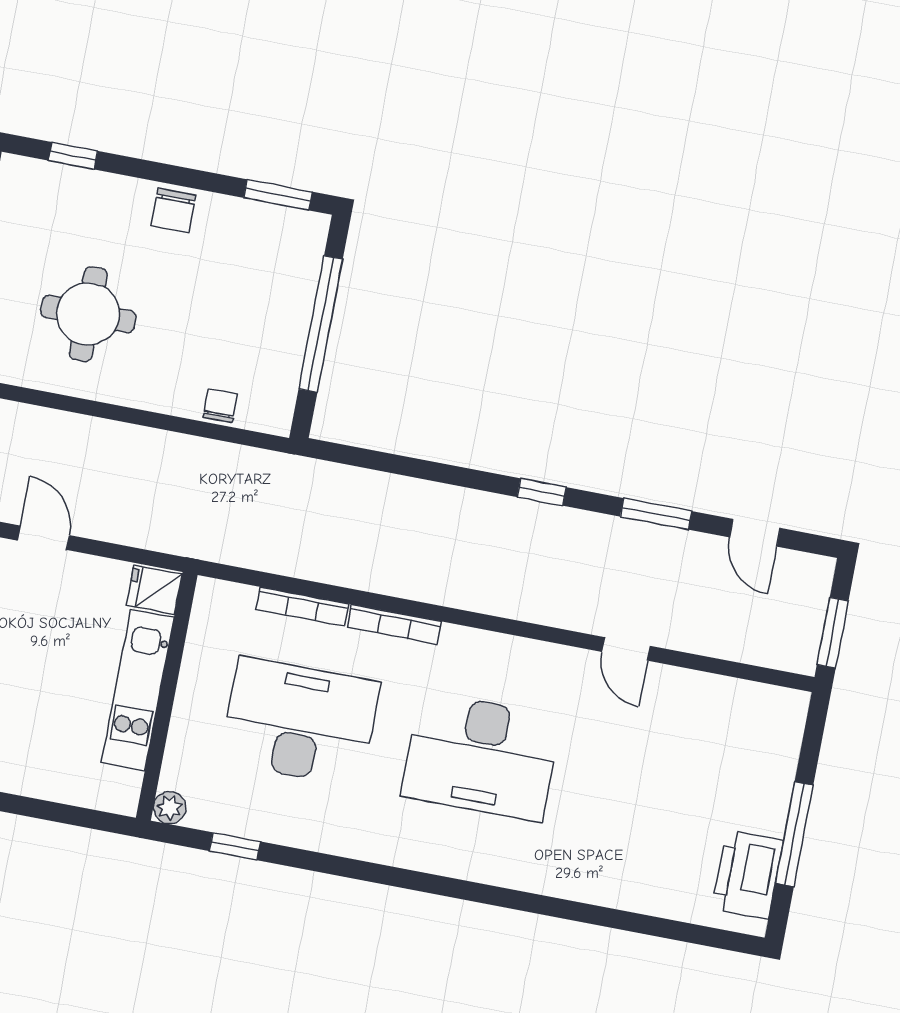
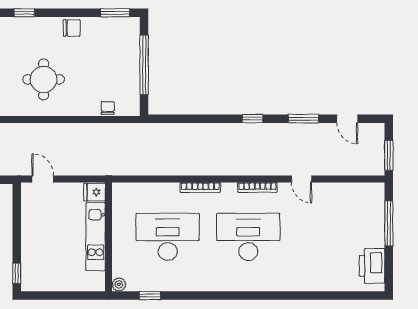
chair: (173, 210) -> (72, 28), turned -90
bookcase: (302, 607) -> (257, 187), moved
desk: (481, 756) -> (248, 237), turned 180
window: (794, 834) -> (389, 223), moved

